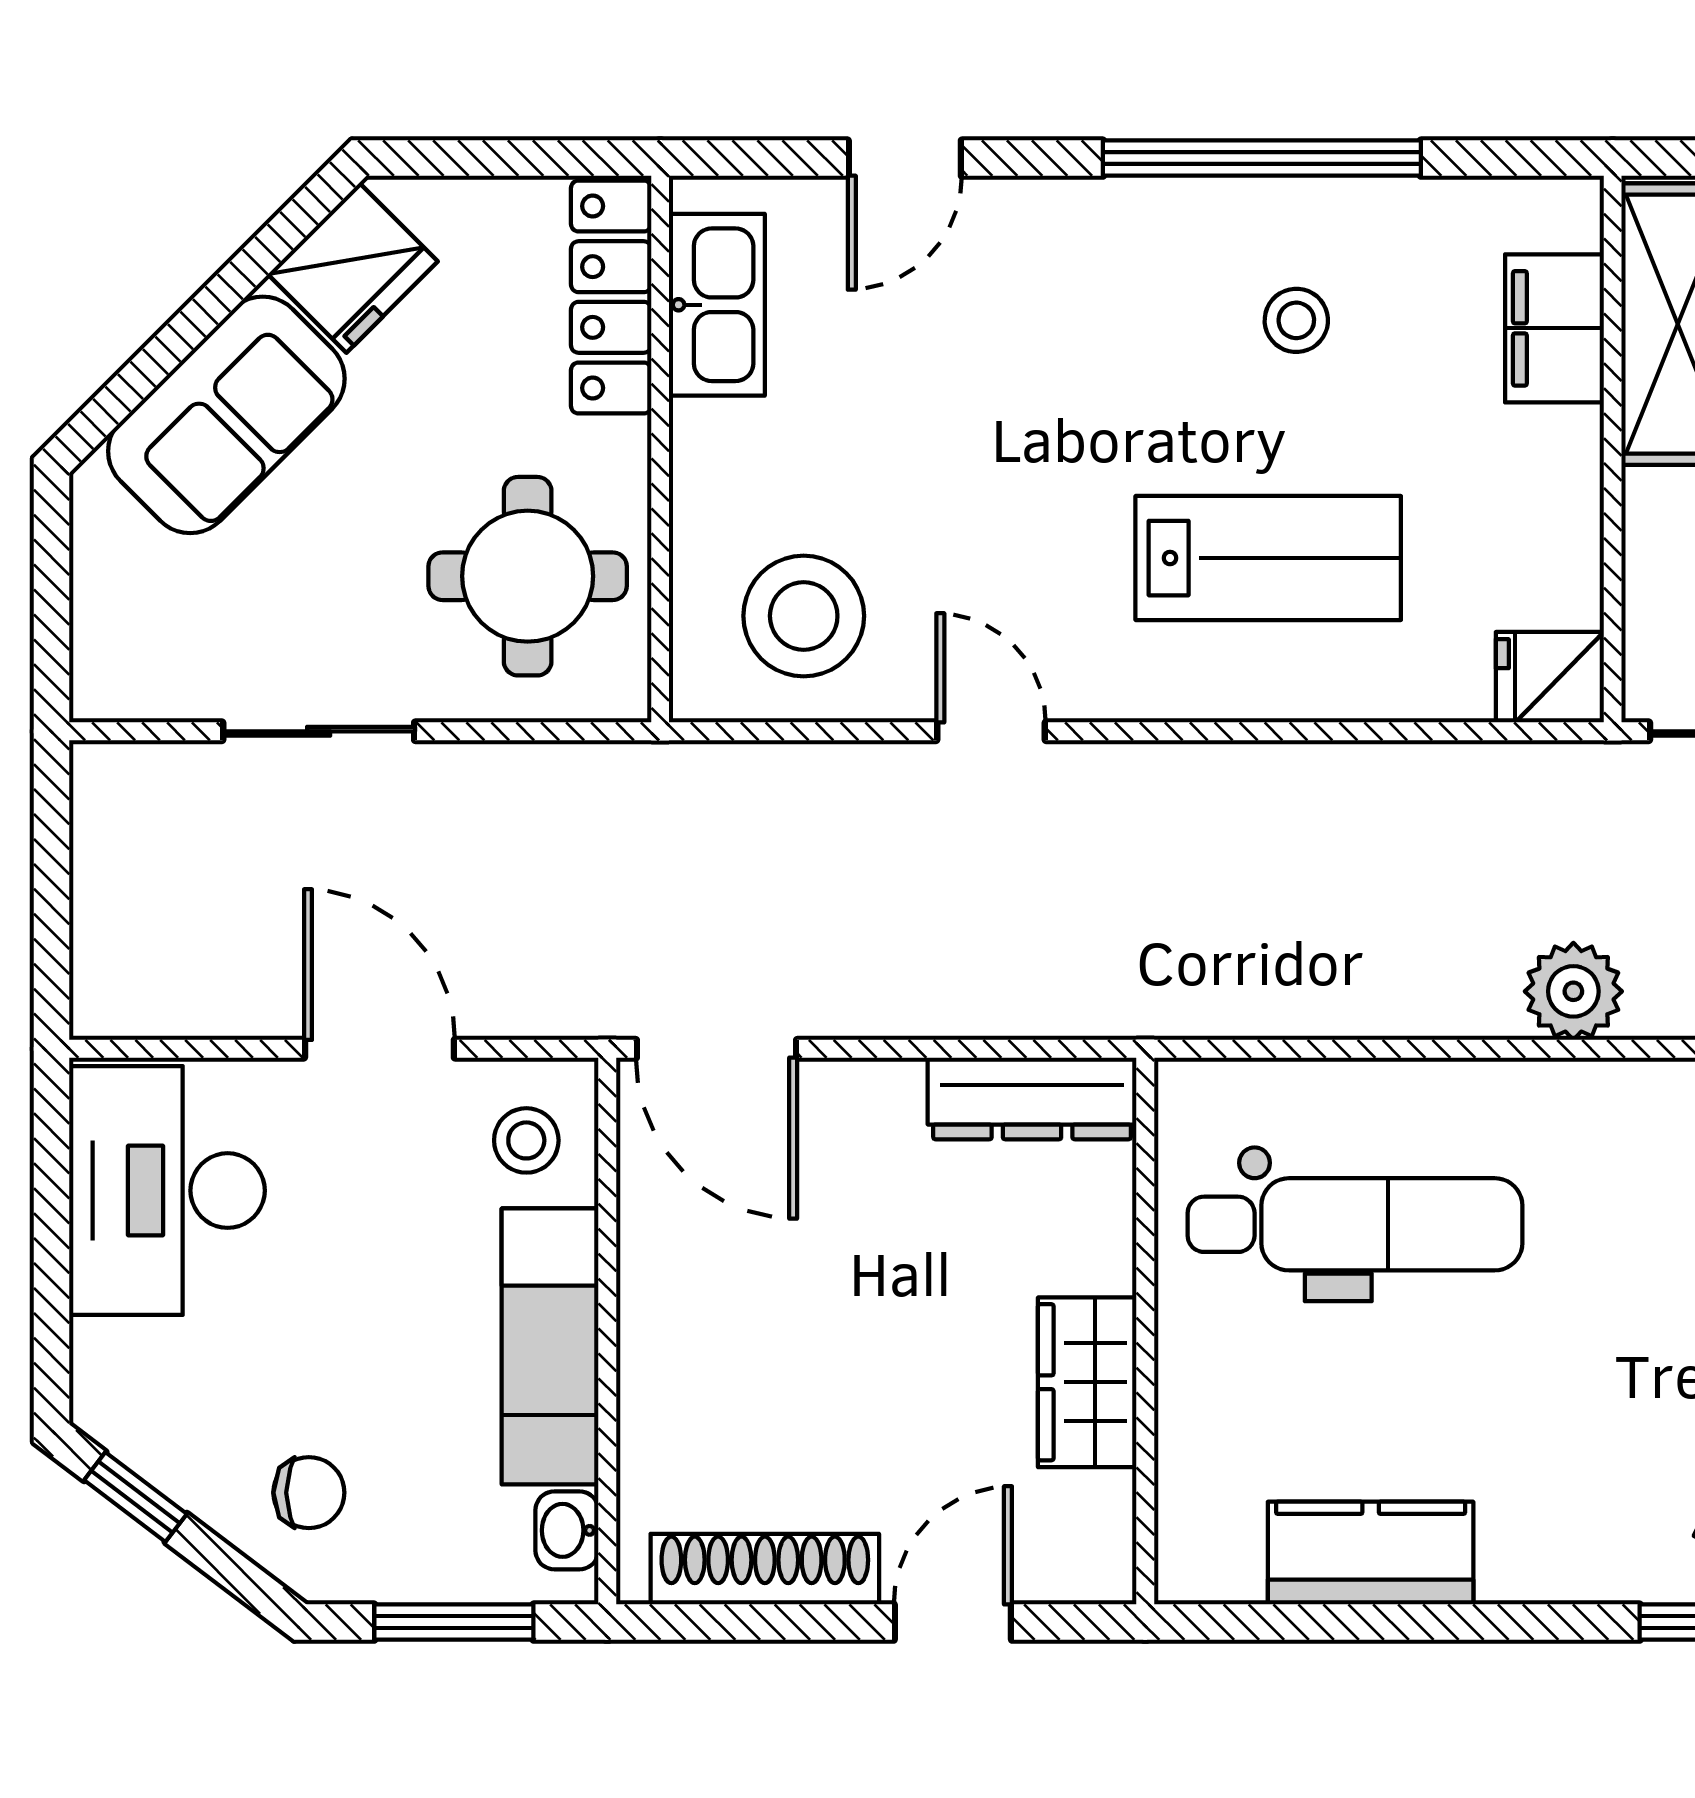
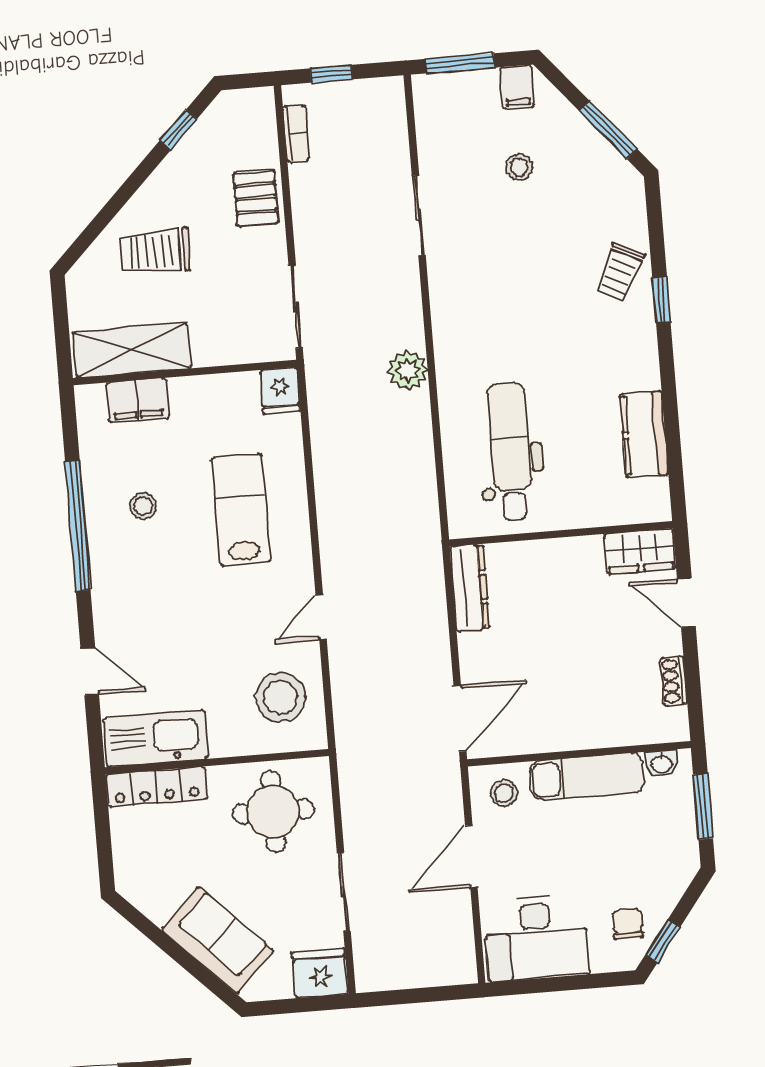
fridge: (353, 268) -> (320, 973), moved, turned -45
kitchen sink: (717, 305) -> (156, 739), width x1.36, depth x1.24
wardrobe: (1087, 1382) -> (640, 551), moved
chair: (309, 1493) -> (628, 924), moved
shoe rack: (765, 1569) -> (674, 681), width x0.51, depth x0.81

